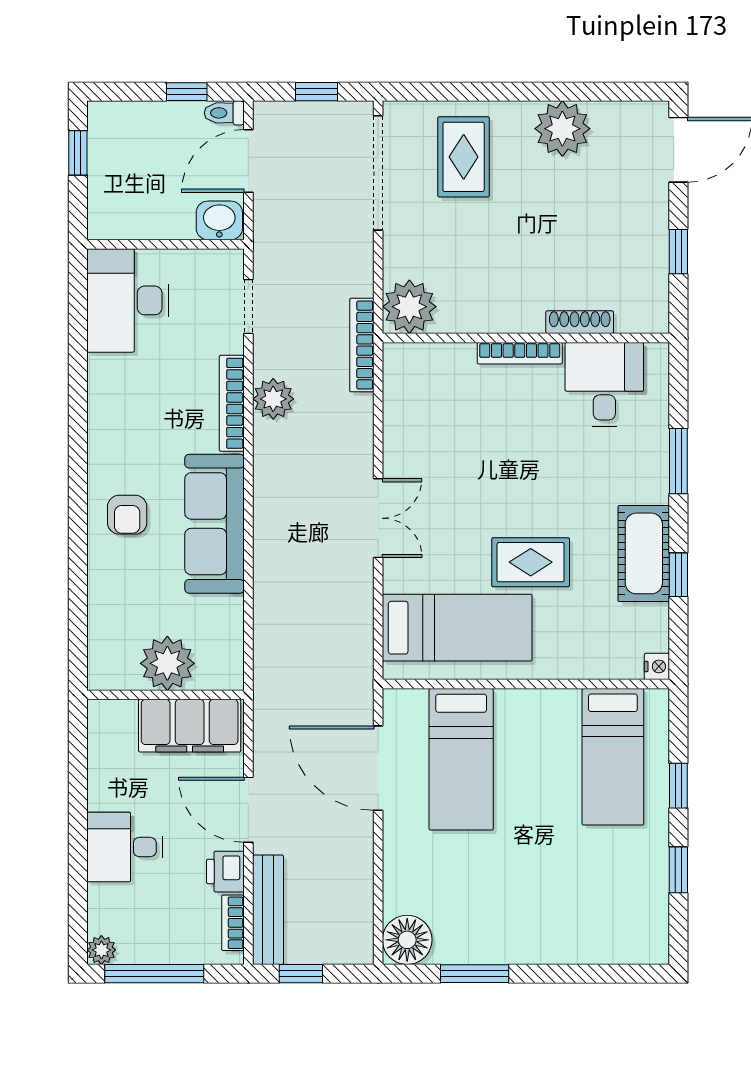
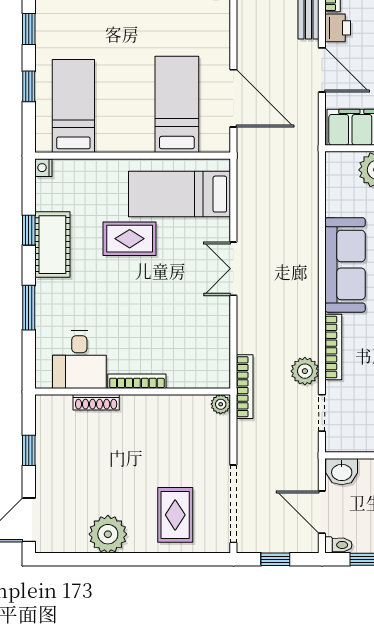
door: (248, 161) -> (322, 512), swing flipped
plant: (409, 307) -> (221, 404), width x0.53, depth x0.53
plant: (273, 399) -> (305, 371), moved

